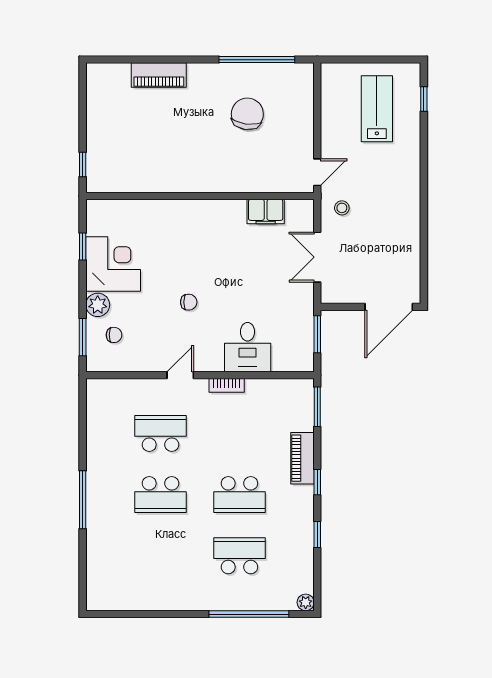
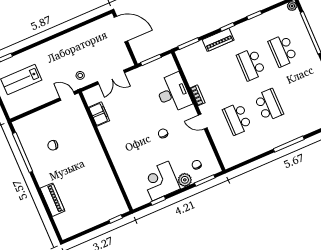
chair: (247, 114) -> (53, 145), width x0.54, depth x0.54
desk: (248, 347) -> (173, 93), width x1.37
school desk: (239, 495) -> (251, 64), turned 180

